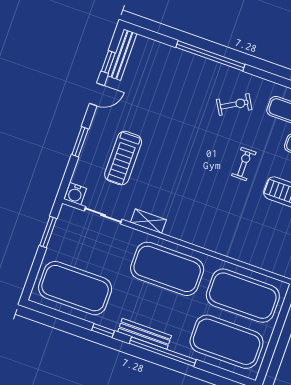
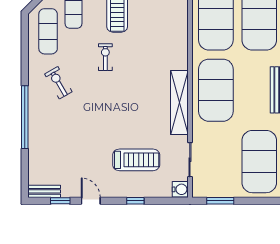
bench: (122, 55) -> (44, 191), width x0.73
window: (80, 142) -> (135, 201), width x0.67
exercise bike: (244, 164) -> (105, 57), turned 90
shelving: (148, 221) -> (179, 103), width x2.20, depth x1.33

